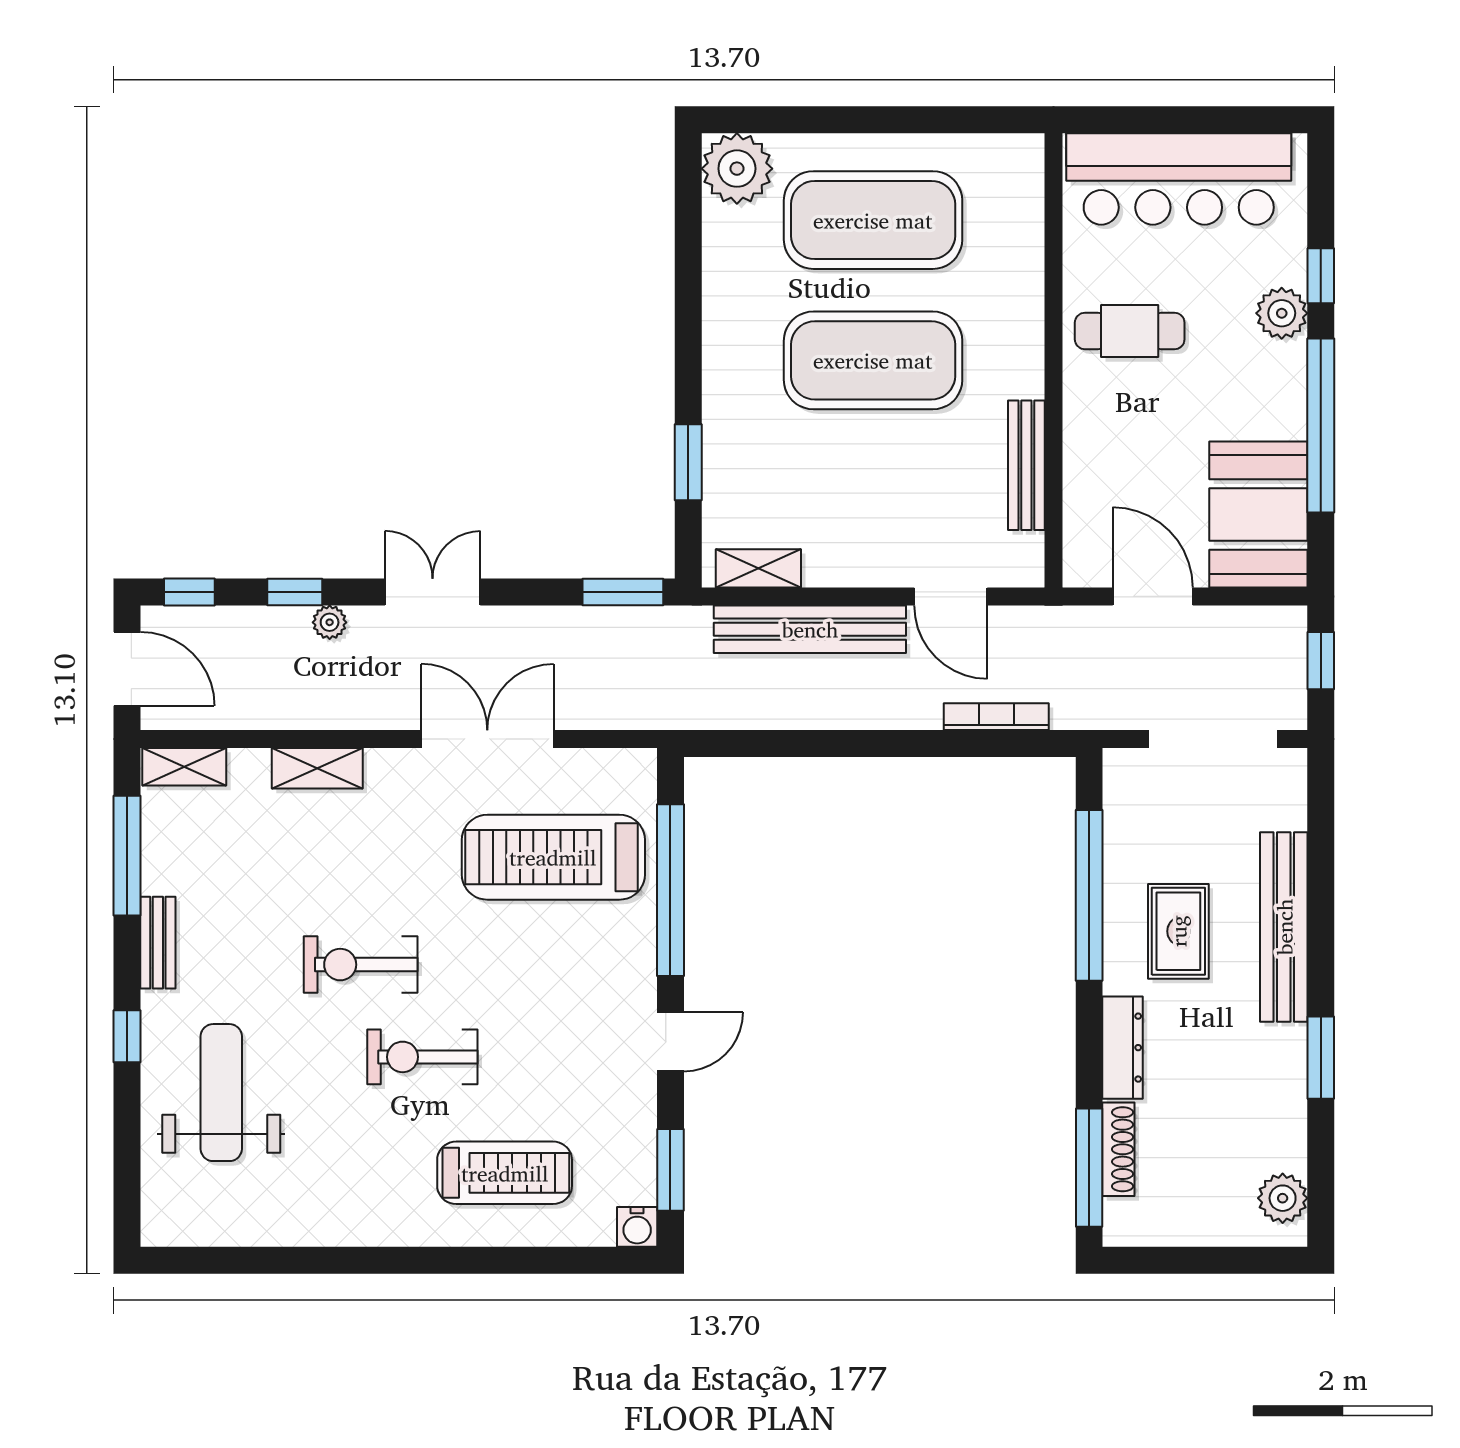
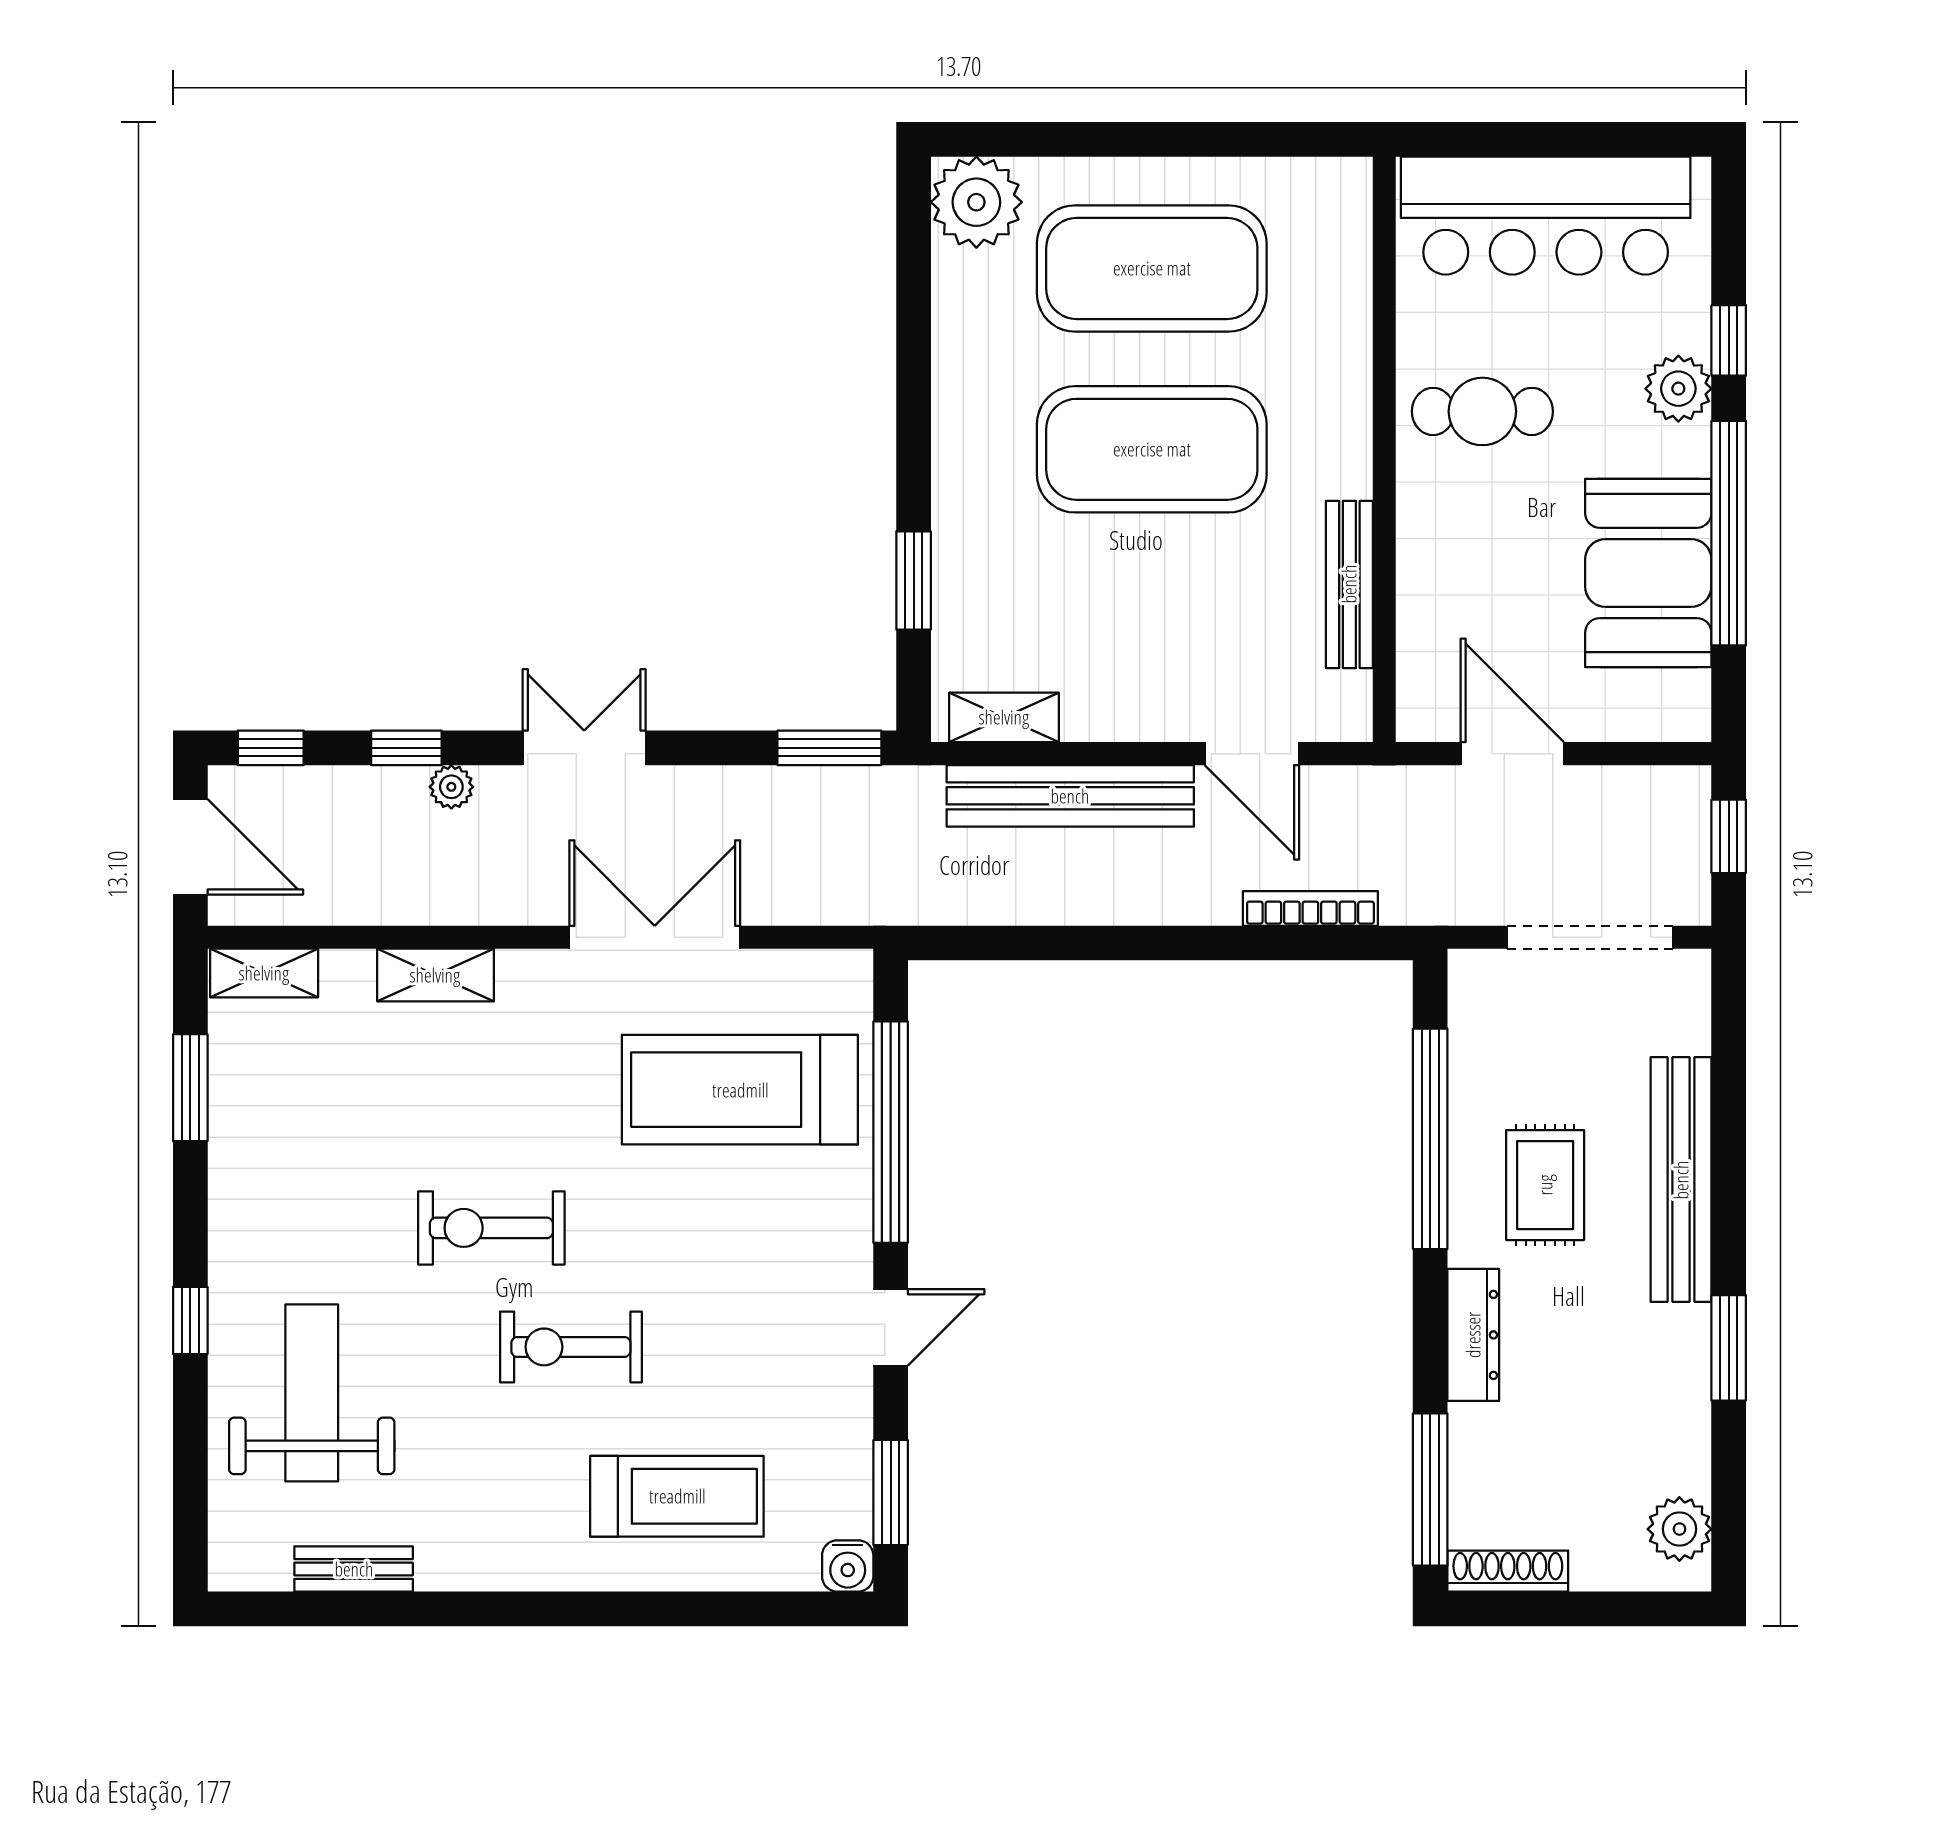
booth: (1258, 514) -> (1648, 573), moved
window: (127, 856) -> (190, 1088), width x0.69
bench: (158, 943) -> (354, 1569), moved, turned 90
shoe rack: (1118, 1149) -> (1508, 1571), moved, turned -90

